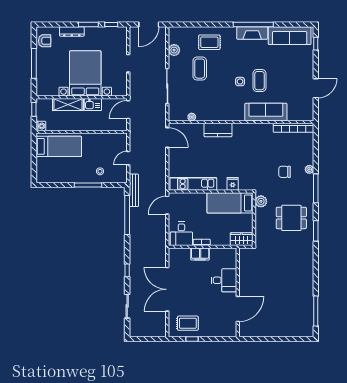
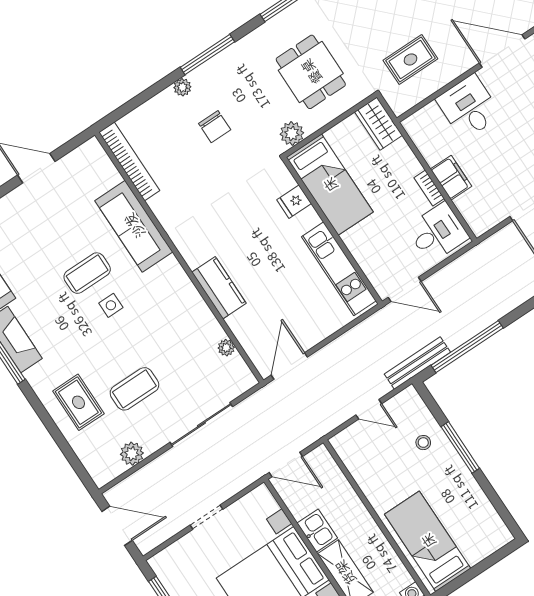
dining table: (291, 218) -> (311, 72), moved
rug: (259, 269) -> (410, 59), added

